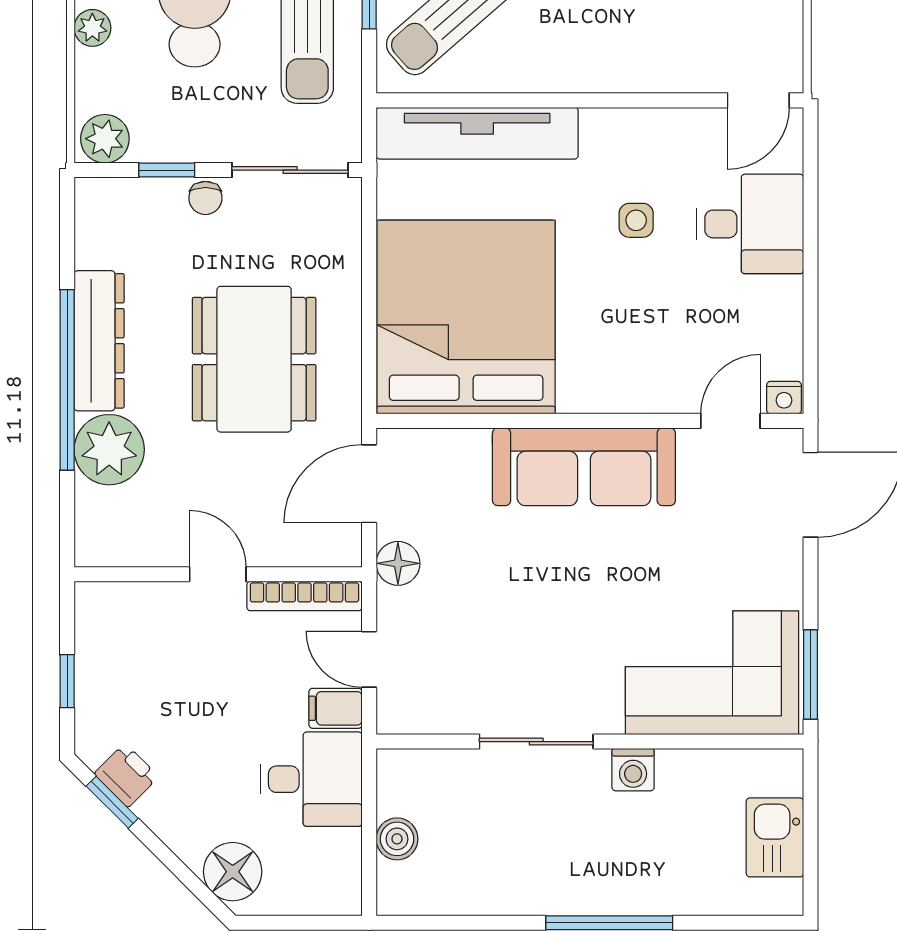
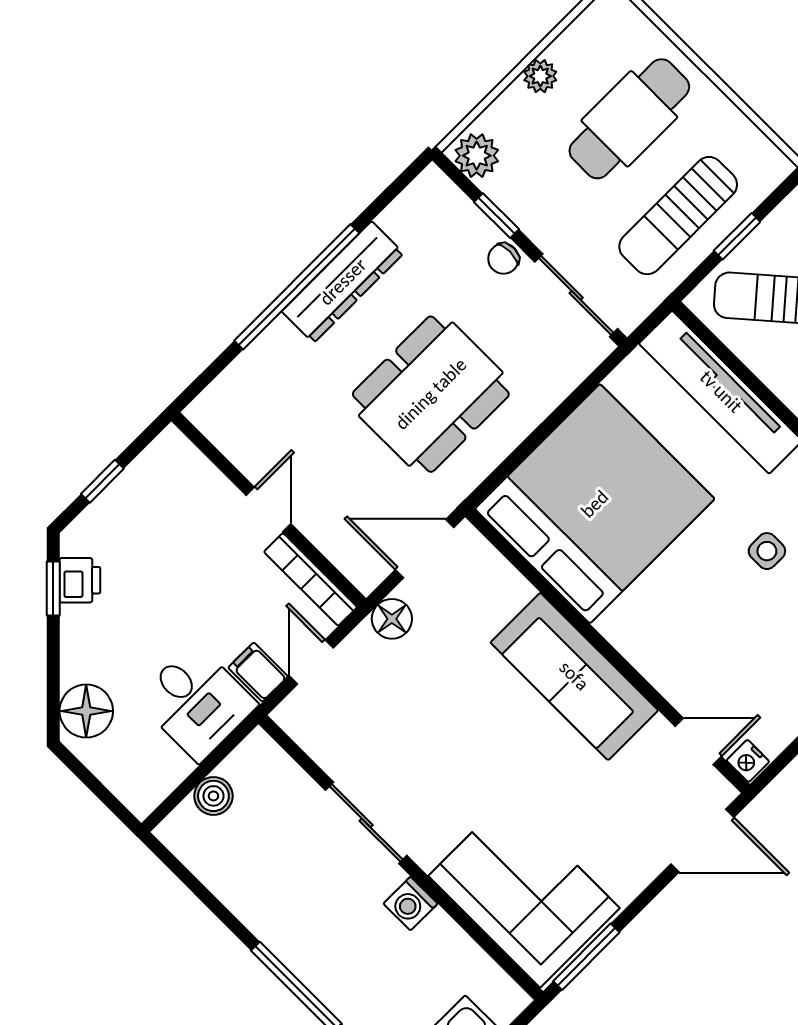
plant: (109, 450) -> (279, 359), removed

